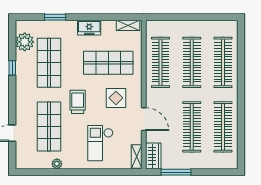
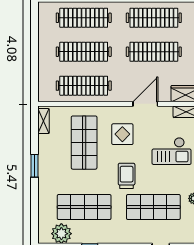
window: (55, 17) -> (34, 166), moved
freezer: (89, 28) -> (46, 163), removed
trolley: (78, 102) -> (127, 176), turned 90

